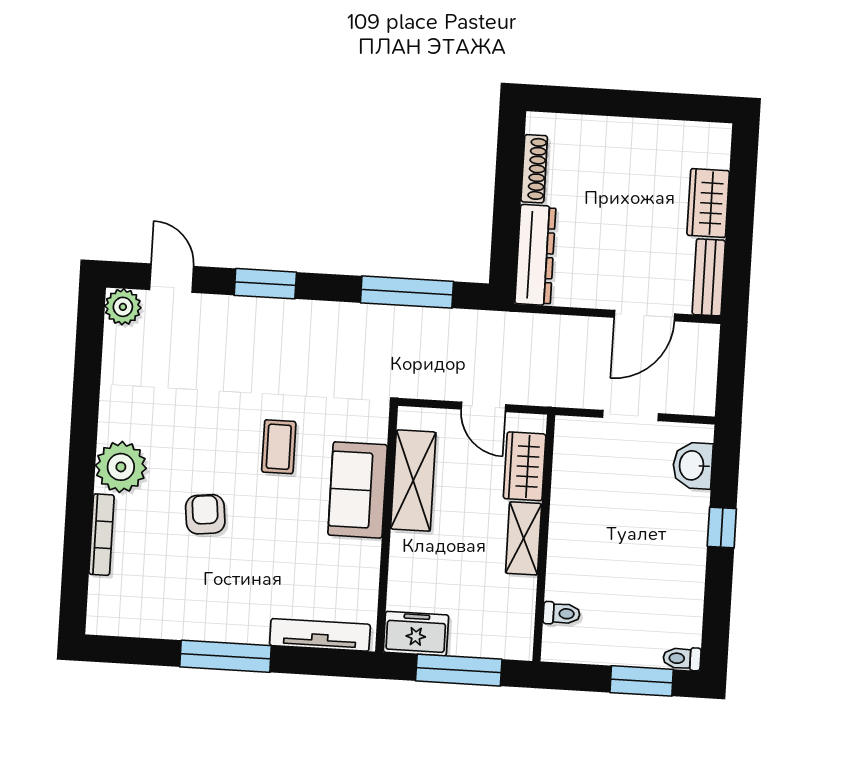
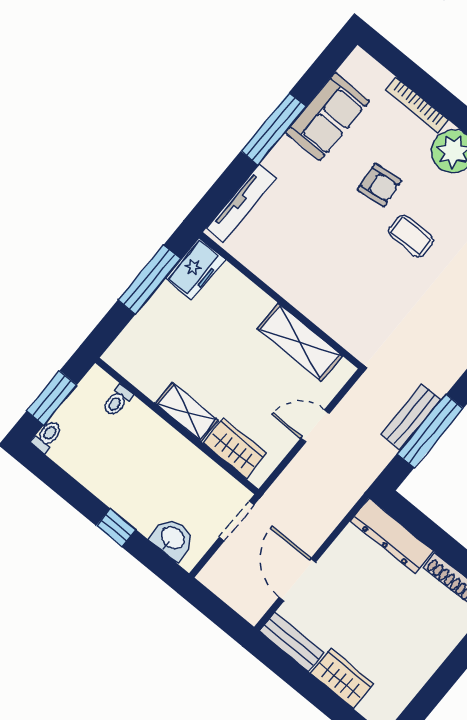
bench: (407, 320) -> (411, 417), added
coffee table: (279, 447) -> (411, 236), moved
wardrobe: (525, 466) -> (235, 448), moved
sofa: (358, 490) -> (328, 117), moved, turned 90
shelving: (524, 538) -> (187, 412), moved
wall: (544, 538) -> (177, 426), moved
toilet: (562, 613) -> (117, 401), moved

